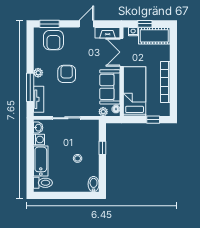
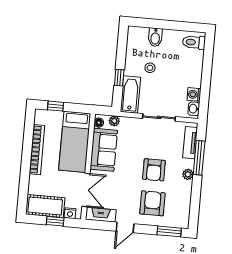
armchair: (53, 40) -> (152, 203), moved
bathtub: (41, 161) -> (130, 94), moved, turned 180
bidet: (94, 184) -> (155, 37), moved

